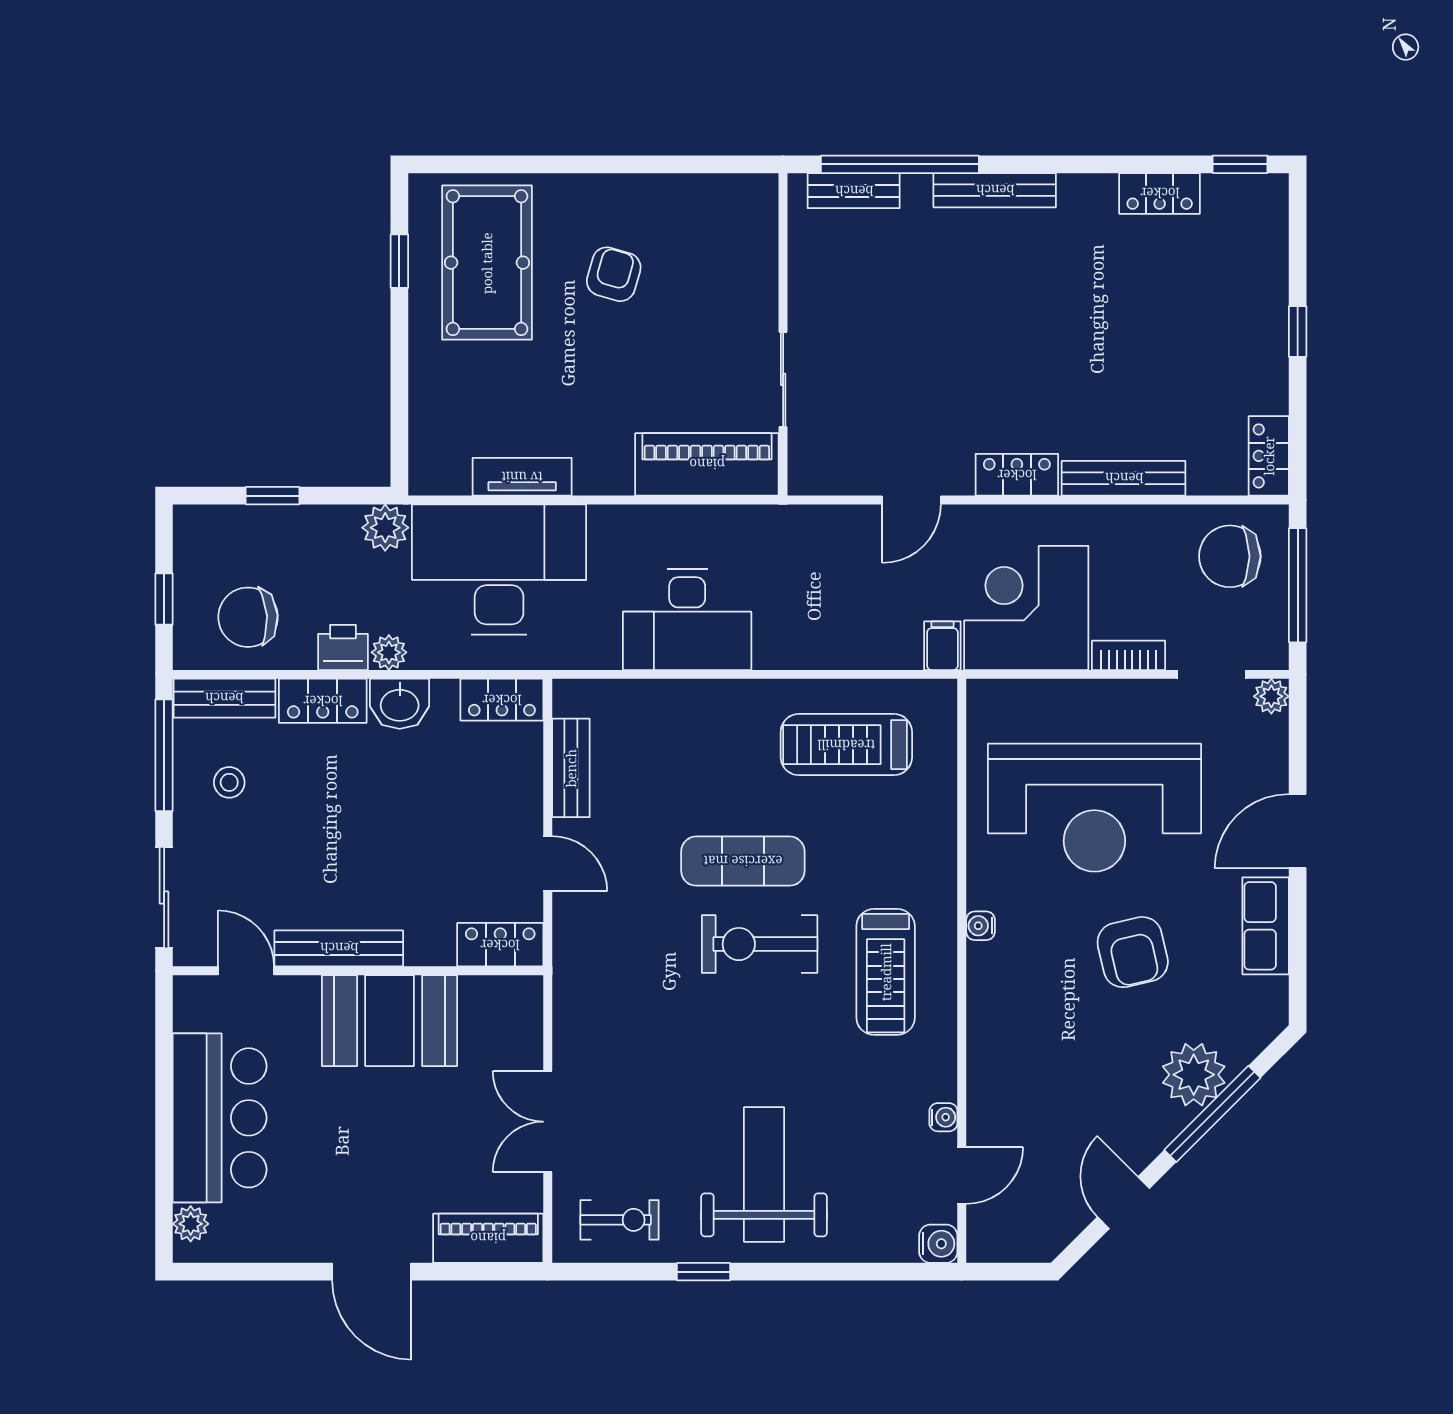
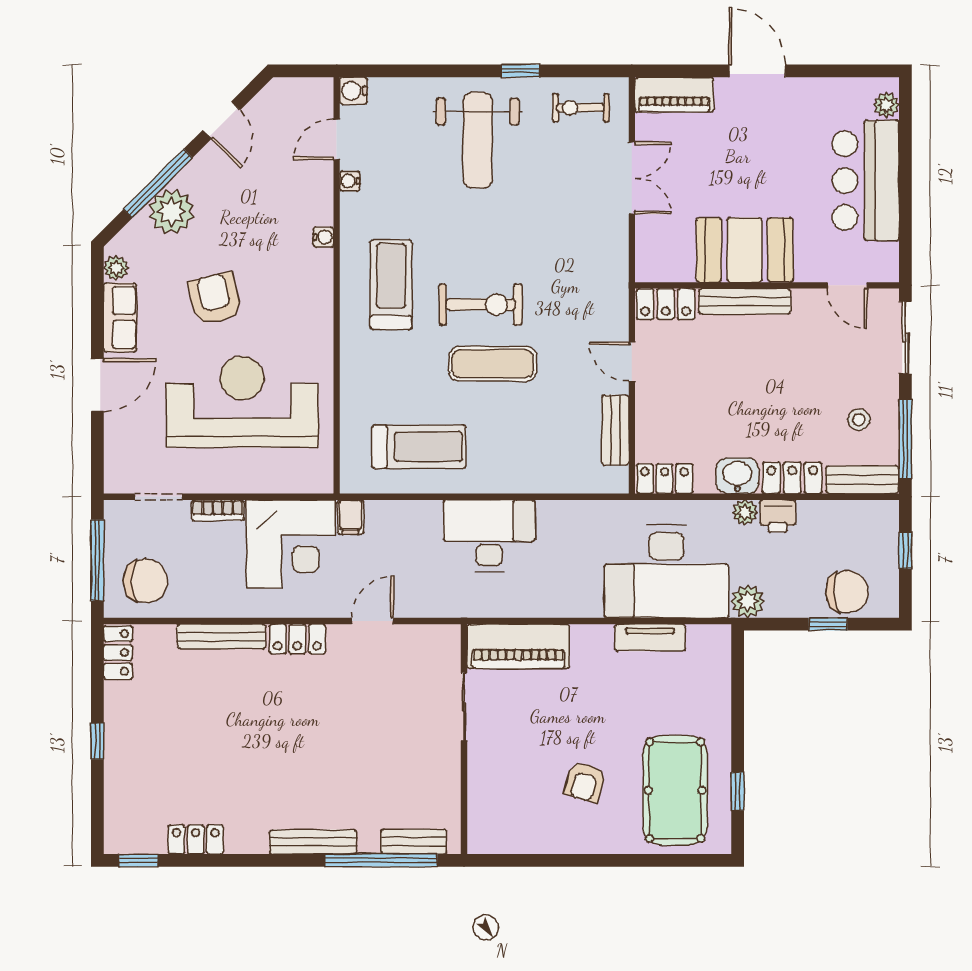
chair: (248, 617) -> (847, 592), moved
desk: (687, 620) -> (489, 536), moved
plant: (1271, 696) -> (116, 268), moved
water cooler: (981, 926) -> (323, 237), moved
bench: (339, 948) -> (745, 301), moved

